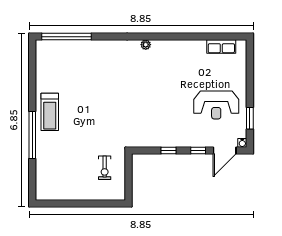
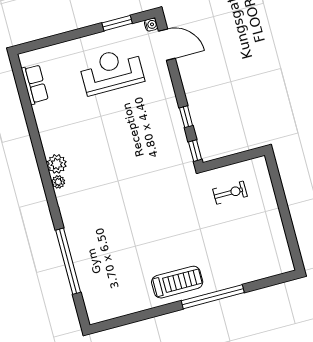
window: (67, 37) -> (68, 261), moved
plant: (159, 47) -> (57, 164), added
reception desk: (216, 105) -> (112, 71), turned -90
window: (198, 150) -> (195, 151), moved

